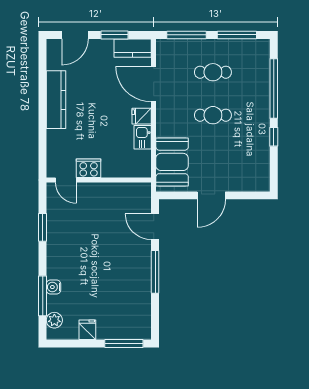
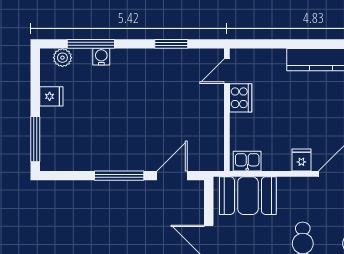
kitchen sink: (143, 137) -> (247, 161), moved

